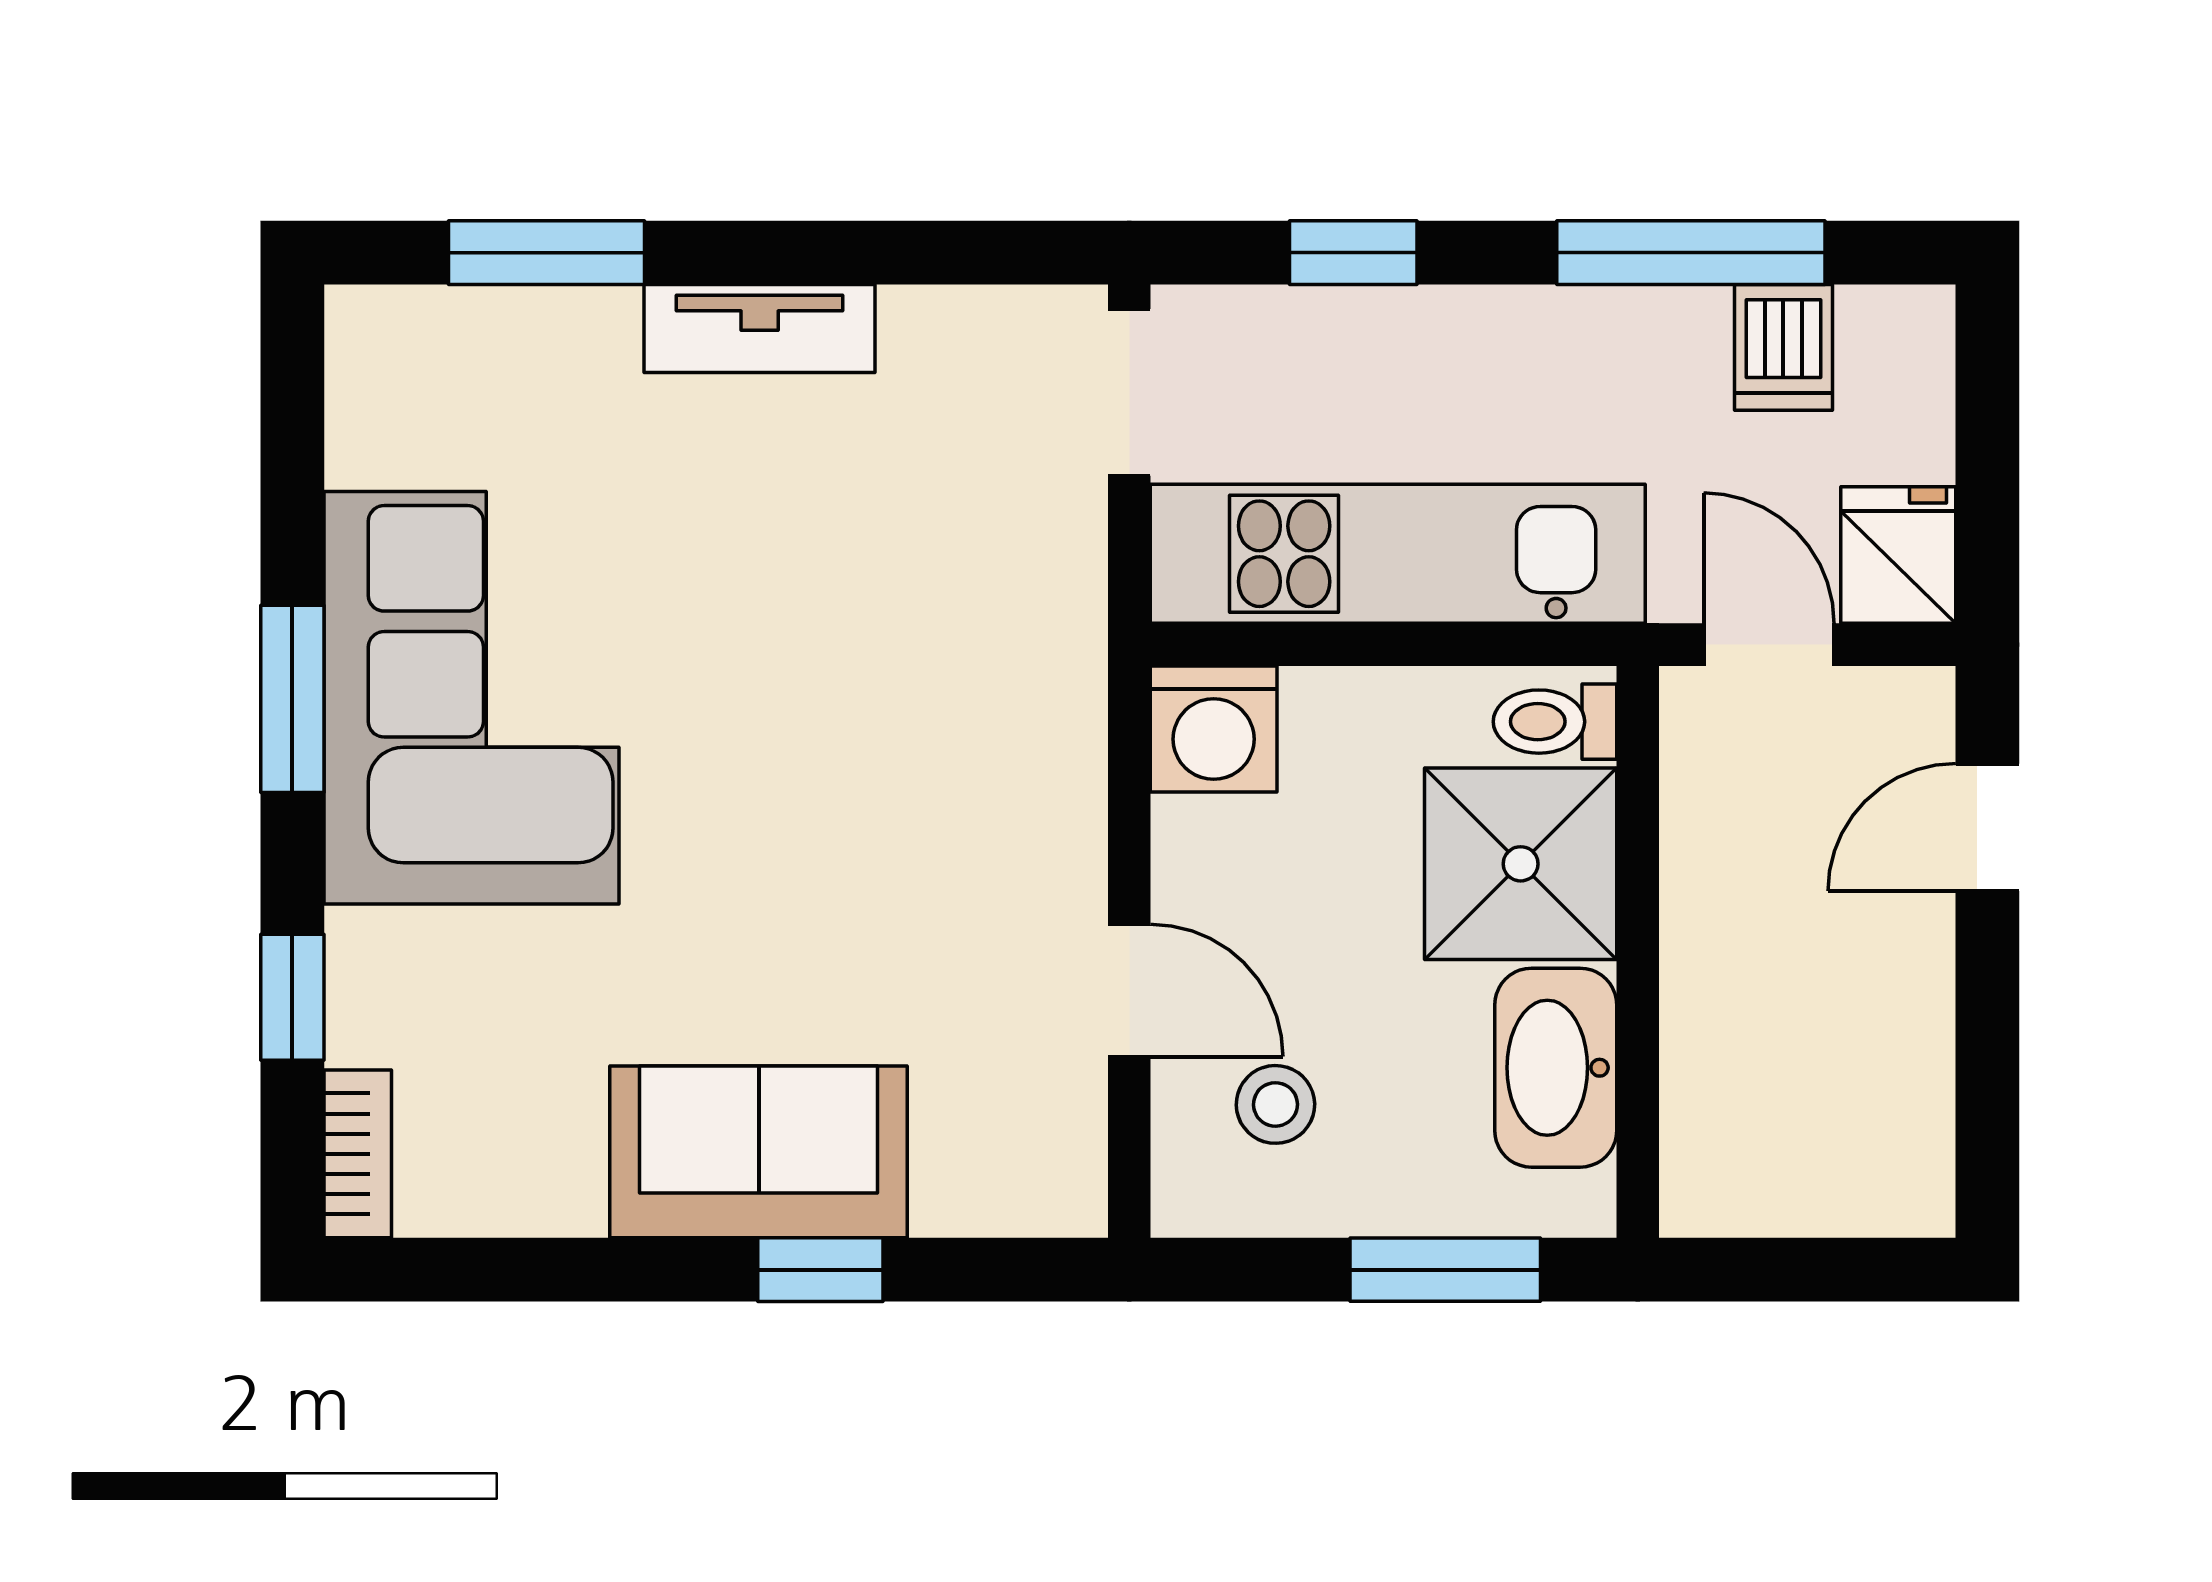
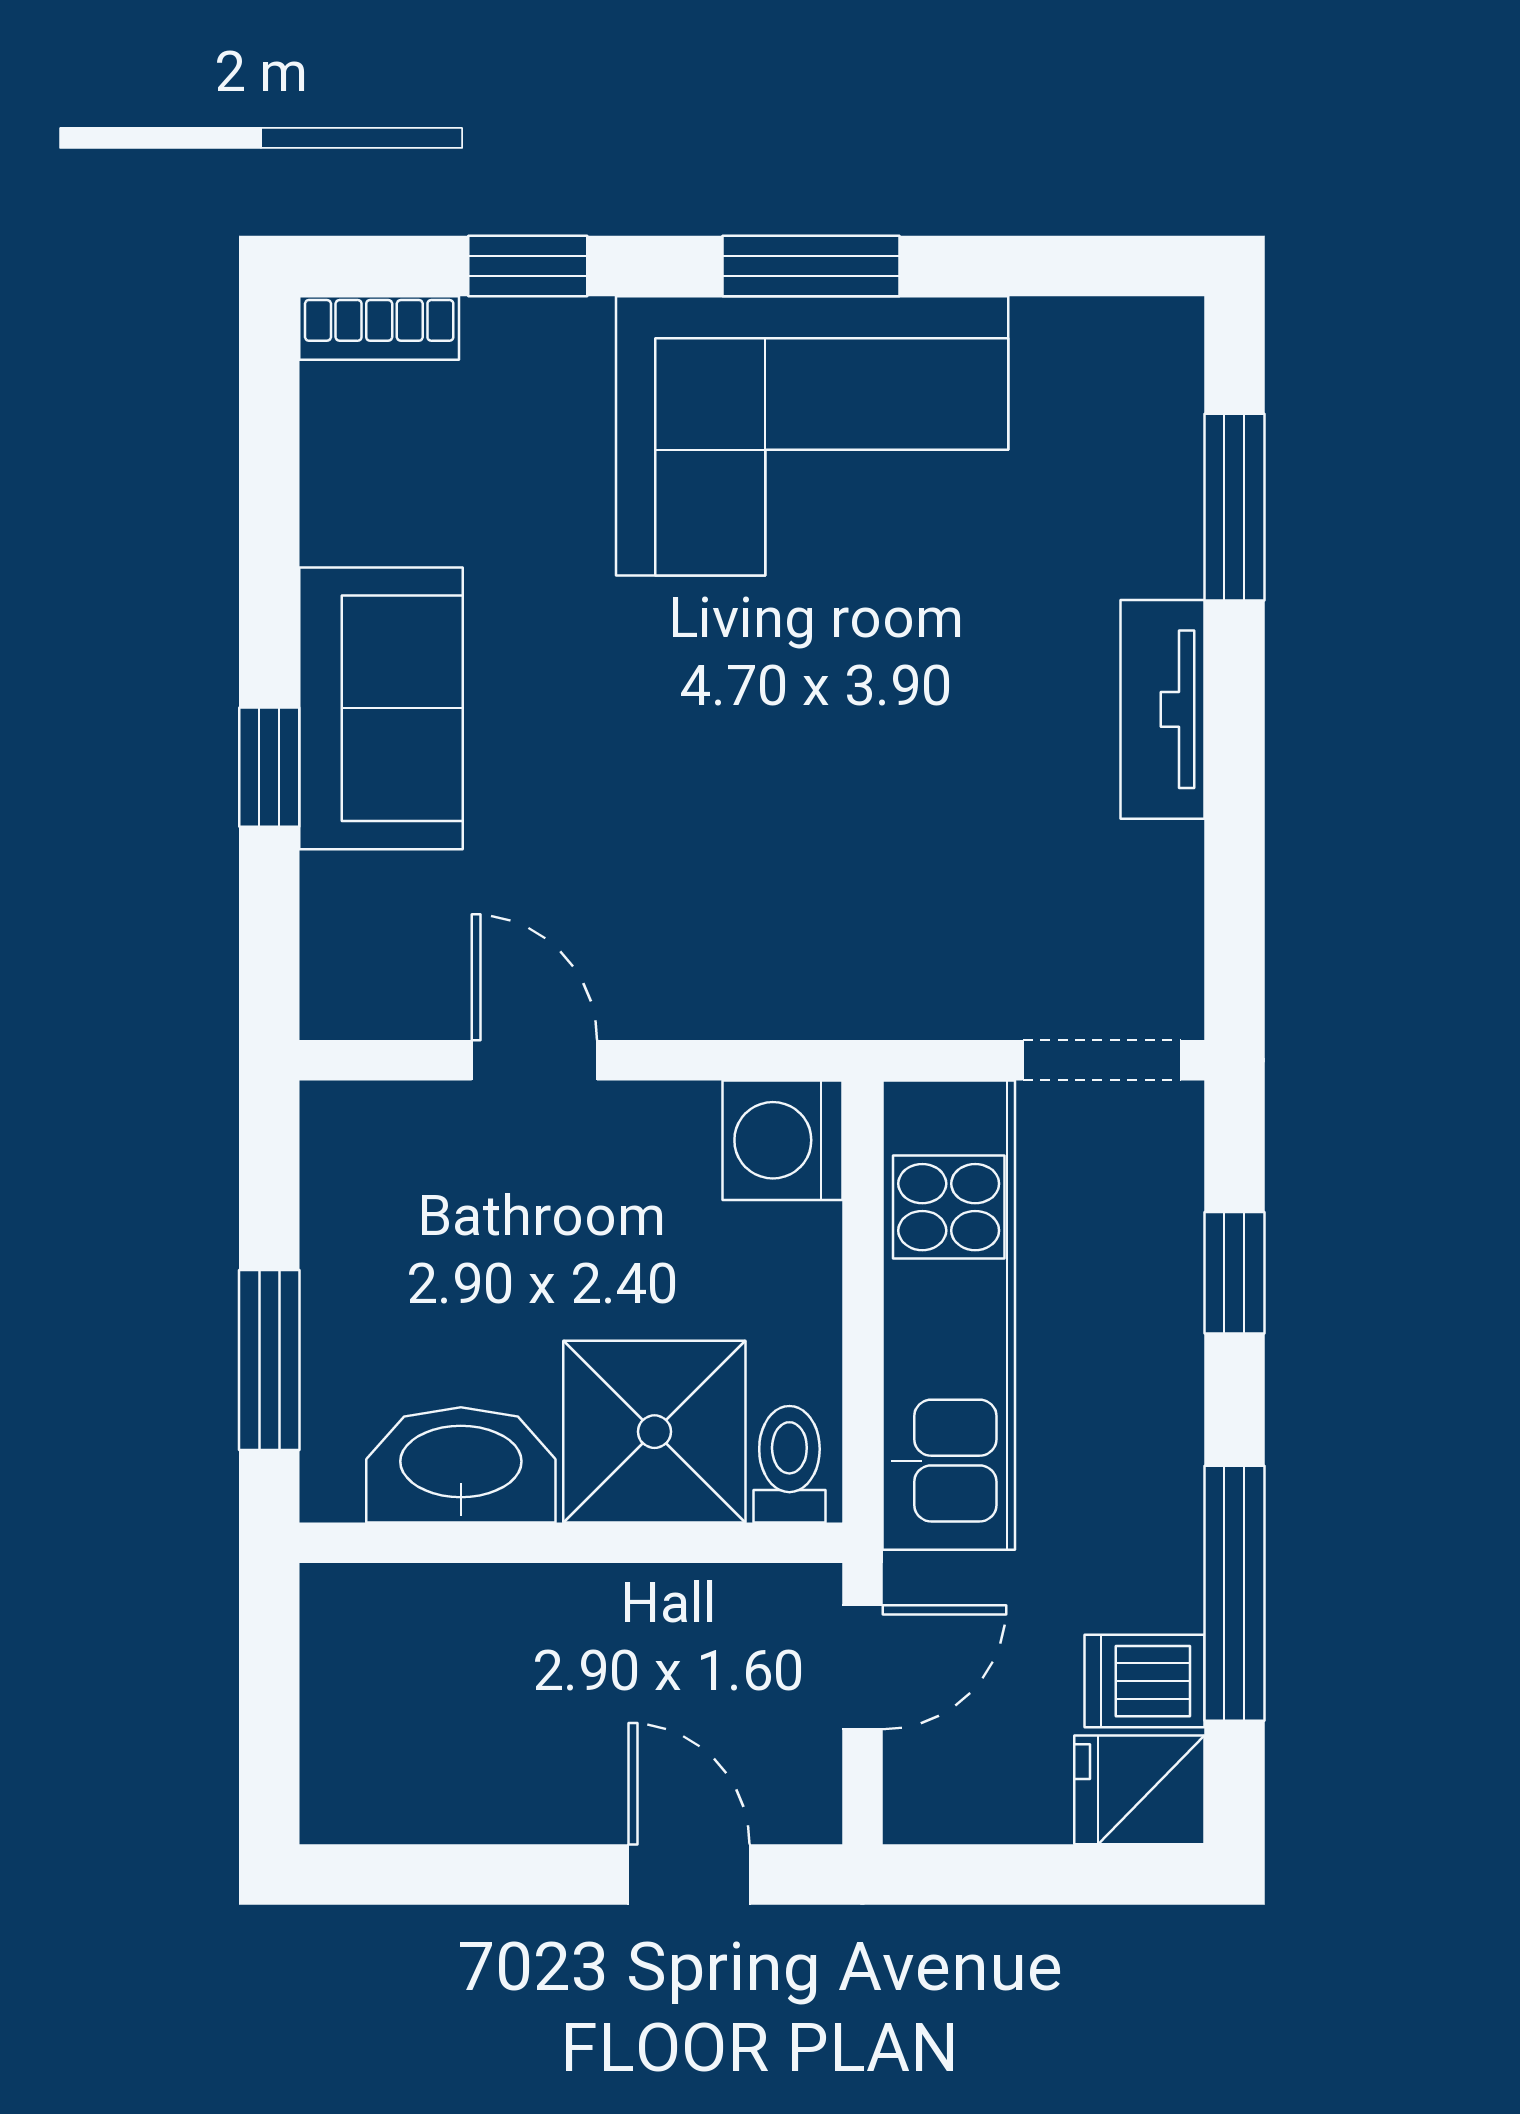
fridge: (1898, 555) -> (1139, 1790), moved, turned 180
door: (1129, 990) -> (534, 1060), swing flipped
stool: (1275, 1104) -> (426, 1199), removed

